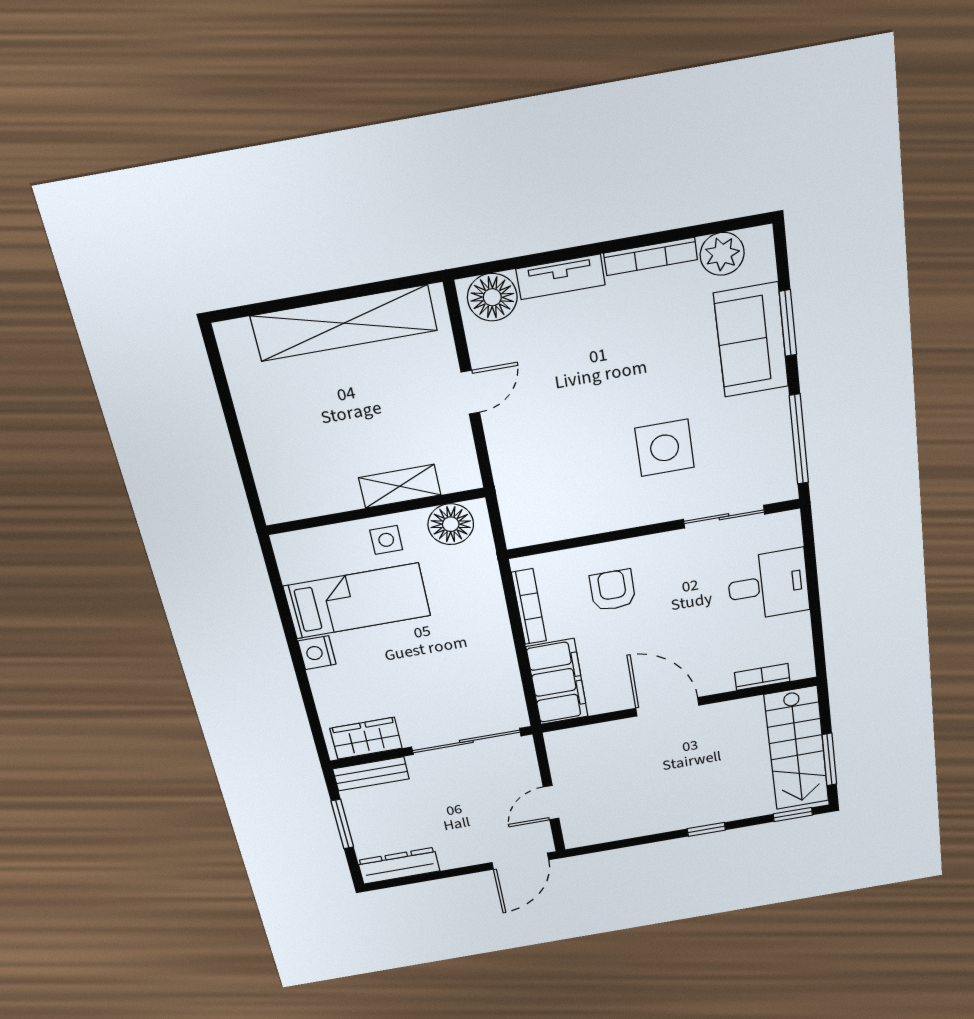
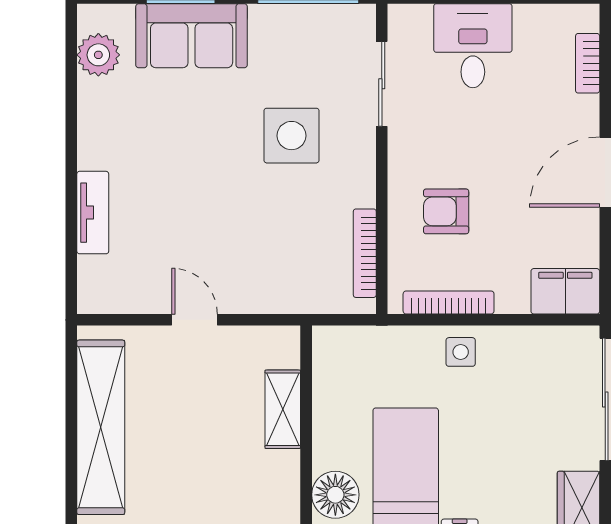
bookcase: (651, 256) -> (365, 253), moved, turned 180
floor lamp: (492, 297) -> (101, 281), removed
floor lamp: (451, 524) -> (335, 495), moved
side table: (386, 540) -> (461, 352), moved
filing cabinet: (557, 682) -> (565, 291), width x0.67, depth x0.86

